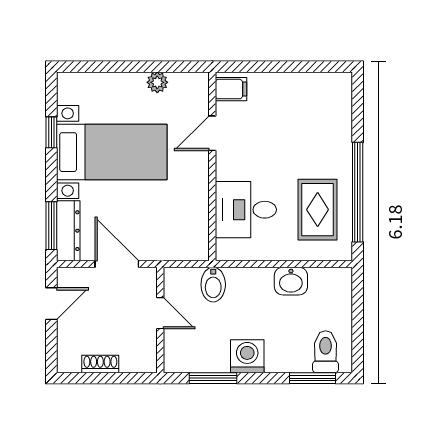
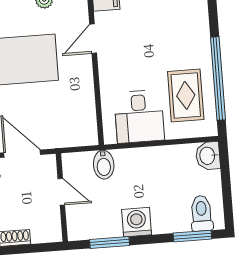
desk: (246, 210) -> (139, 116), moved, turned -90
washbasin: (291, 281) -> (208, 156), moved, turned 90

